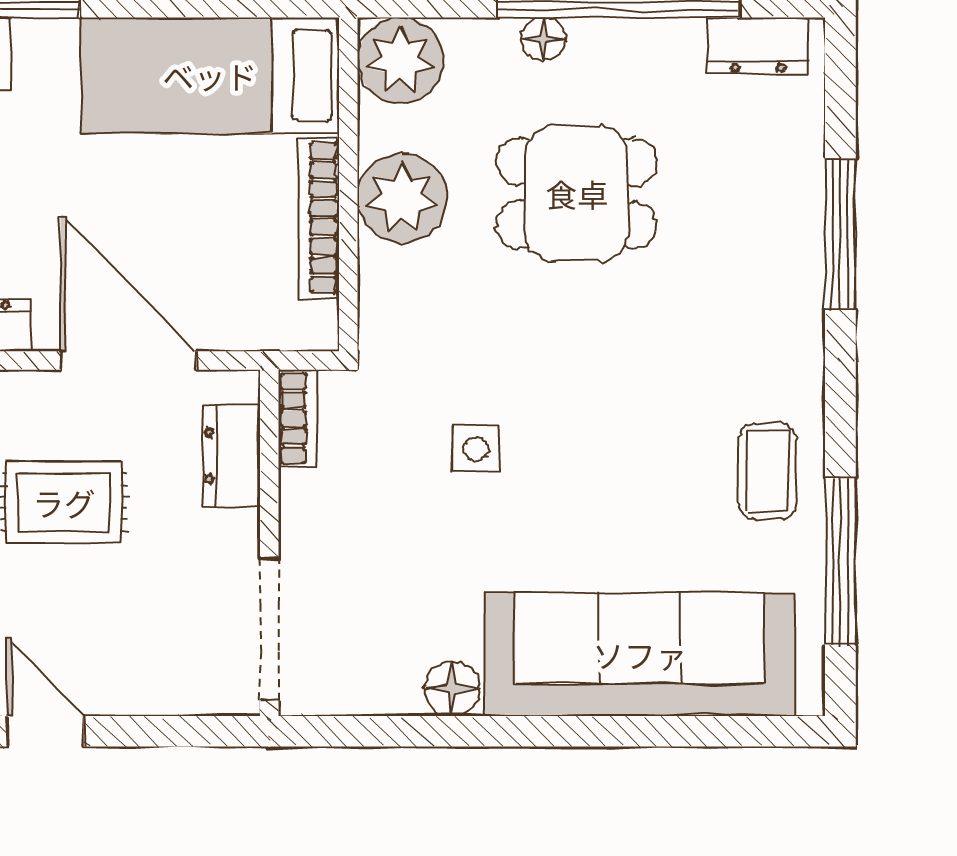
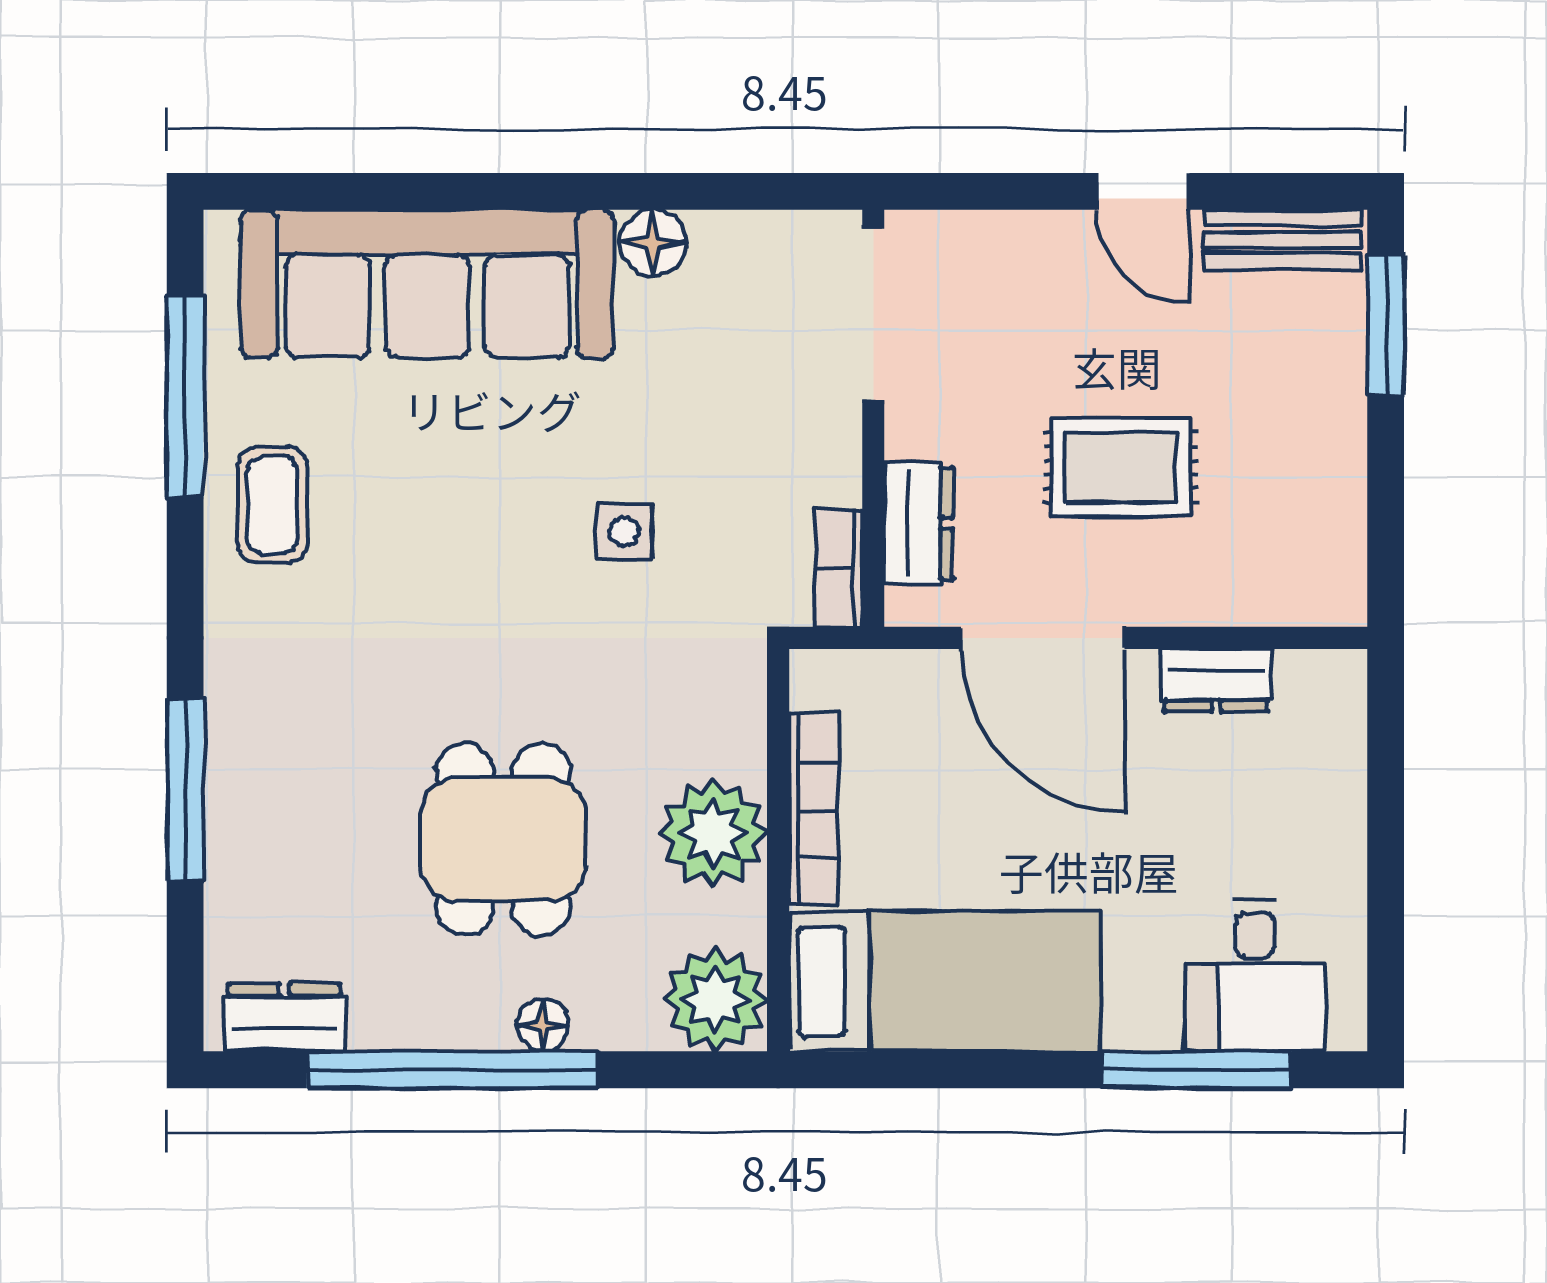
dining table: (577, 193) -> (503, 839), turned 90

